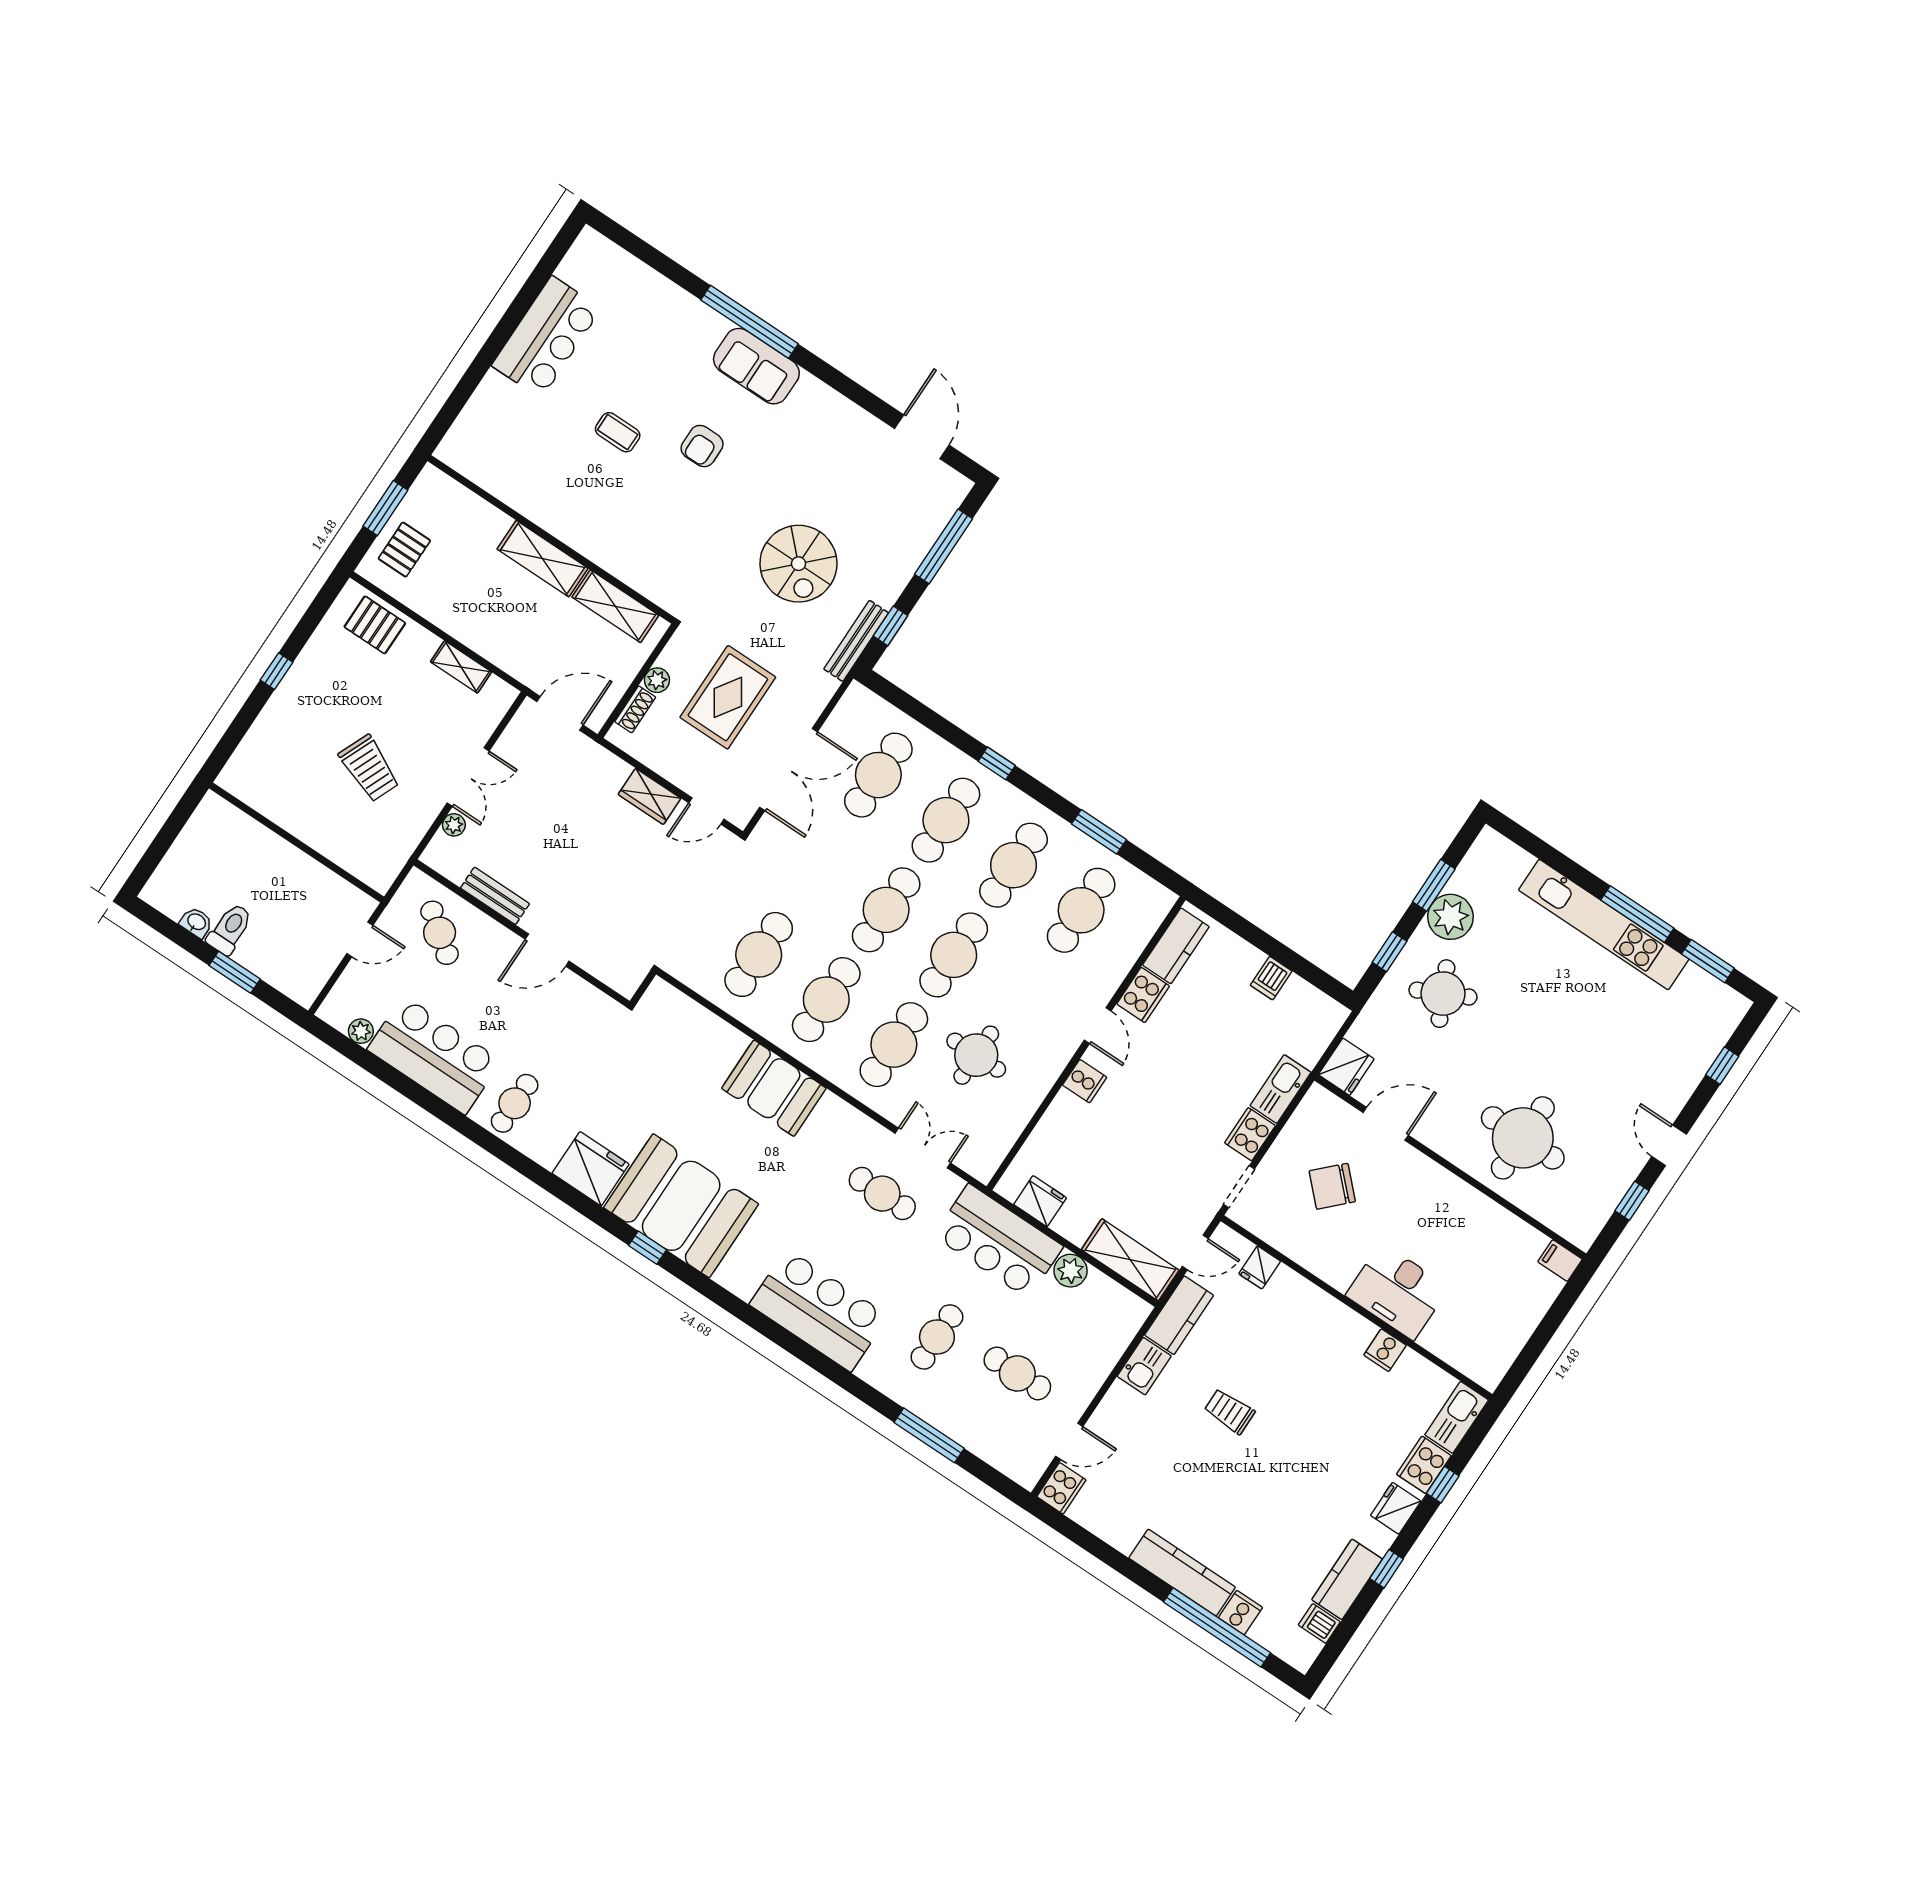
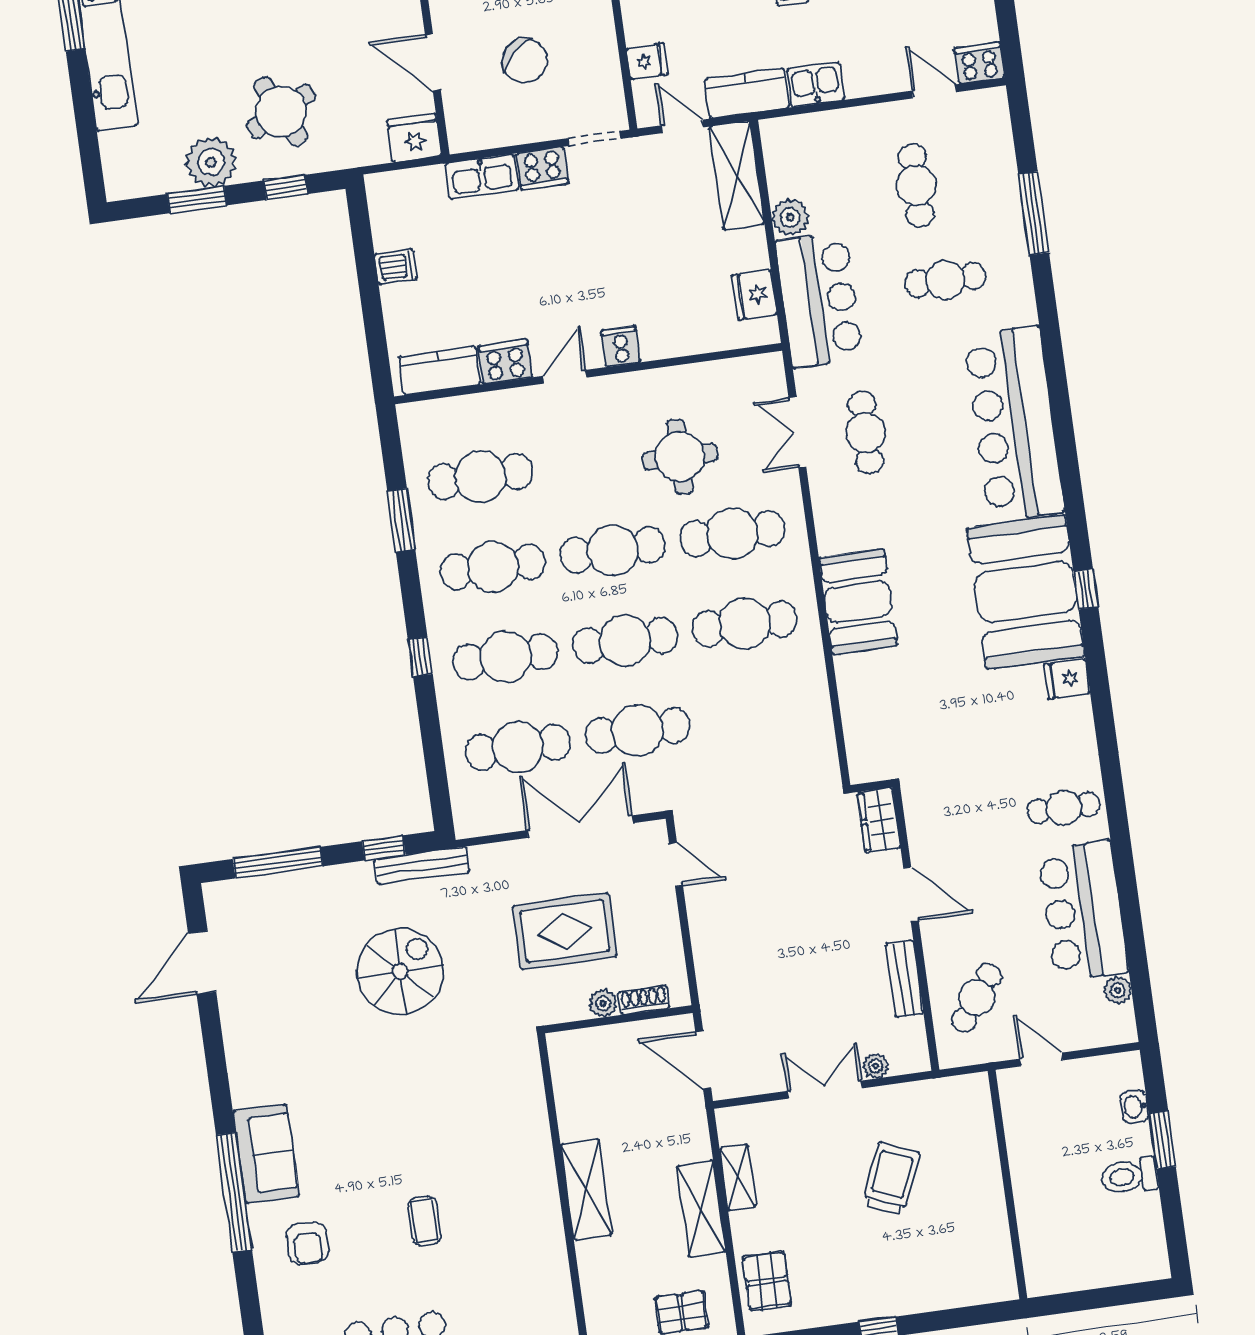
armchair: (702, 446) -> (308, 1243), moved, turned 90
shelving: (615, 606) -> (701, 1209), moved
wardrobe: (650, 796) -> (879, 820), moved, turned 180
washbasin: (196, 922) -> (1135, 1107), moved
cafe table: (759, 954) -> (638, 731), moved
fridge: (591, 1169) -> (1067, 679), width x0.53, depth x0.75
bar counter: (819, 1310) -> (1014, 424), width x1.36

